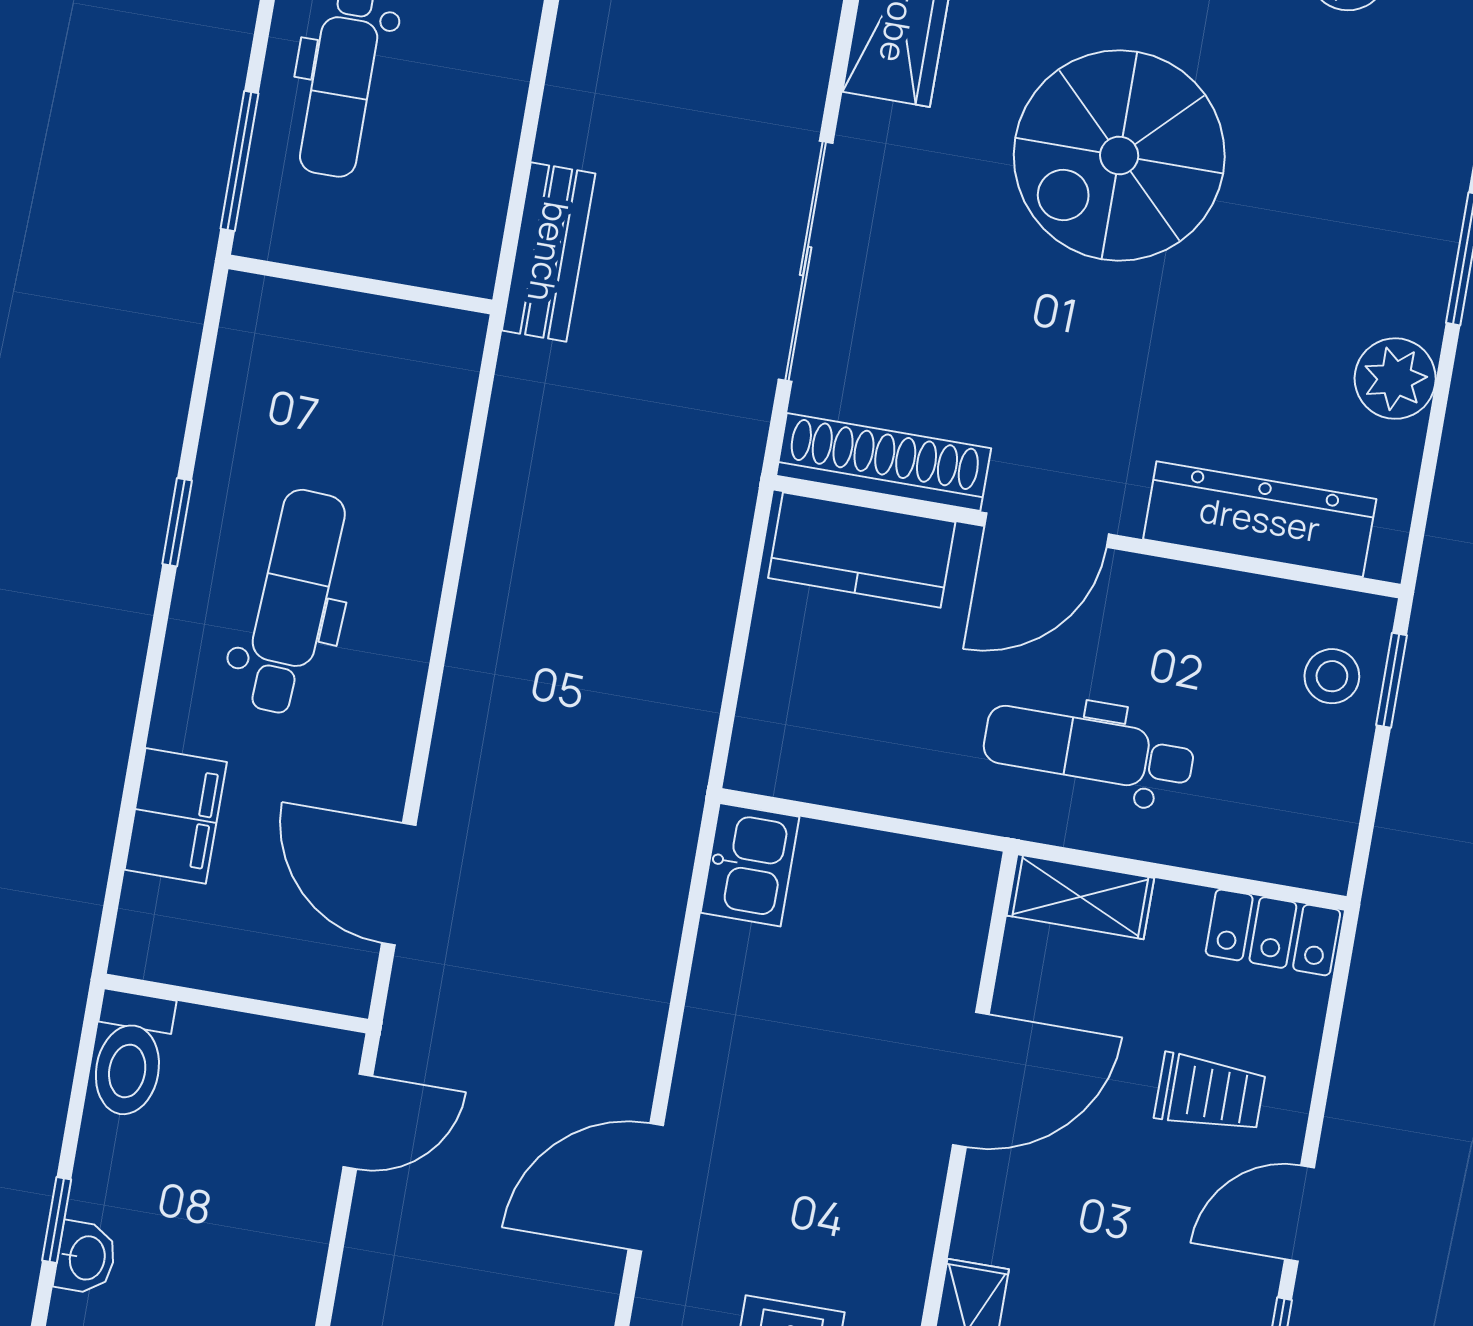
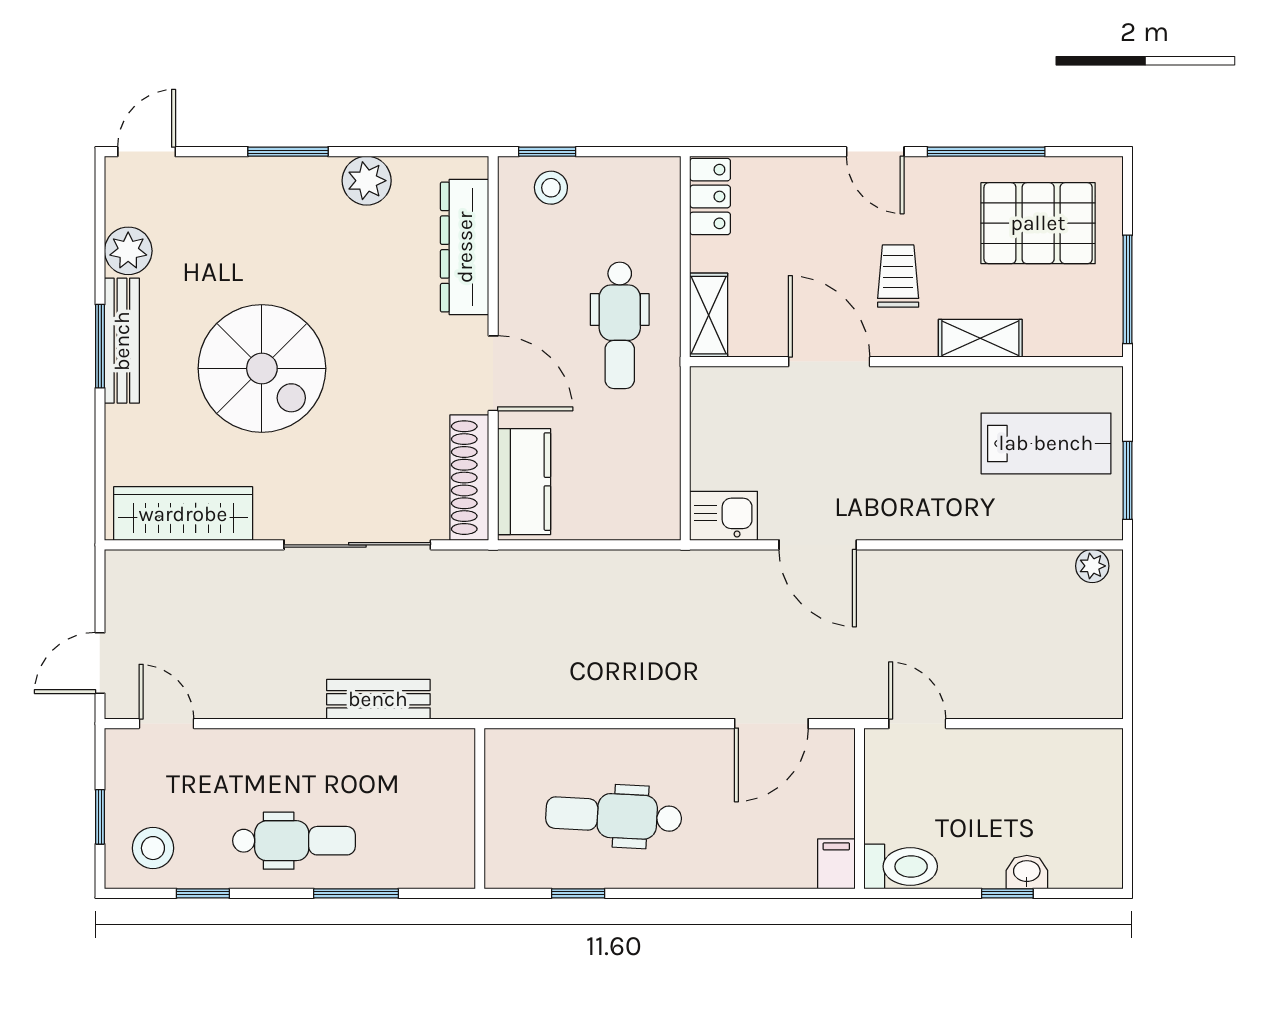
wall: (360, 284) -> (480, 808), moved
filing cabinet: (176, 816) -> (836, 864), moved, width x0.50
trolley: (1210, 1093) -> (898, 276), moved
door: (646, 1187) -> (818, 545), moved

